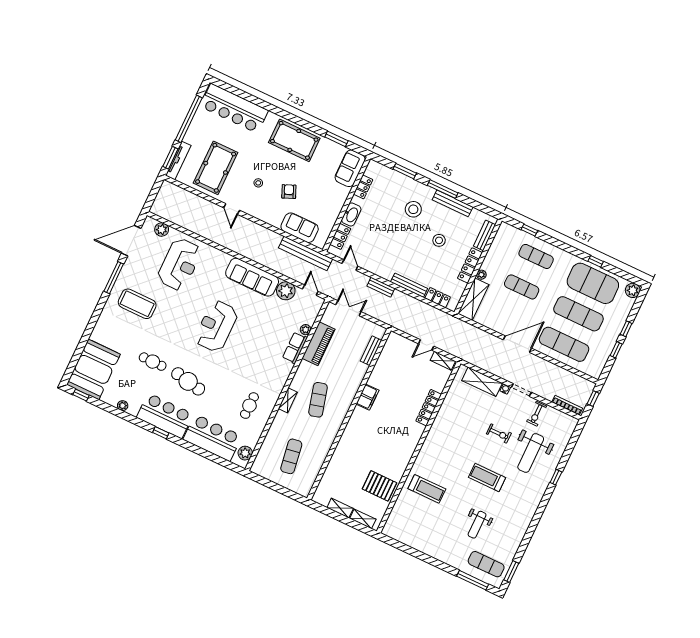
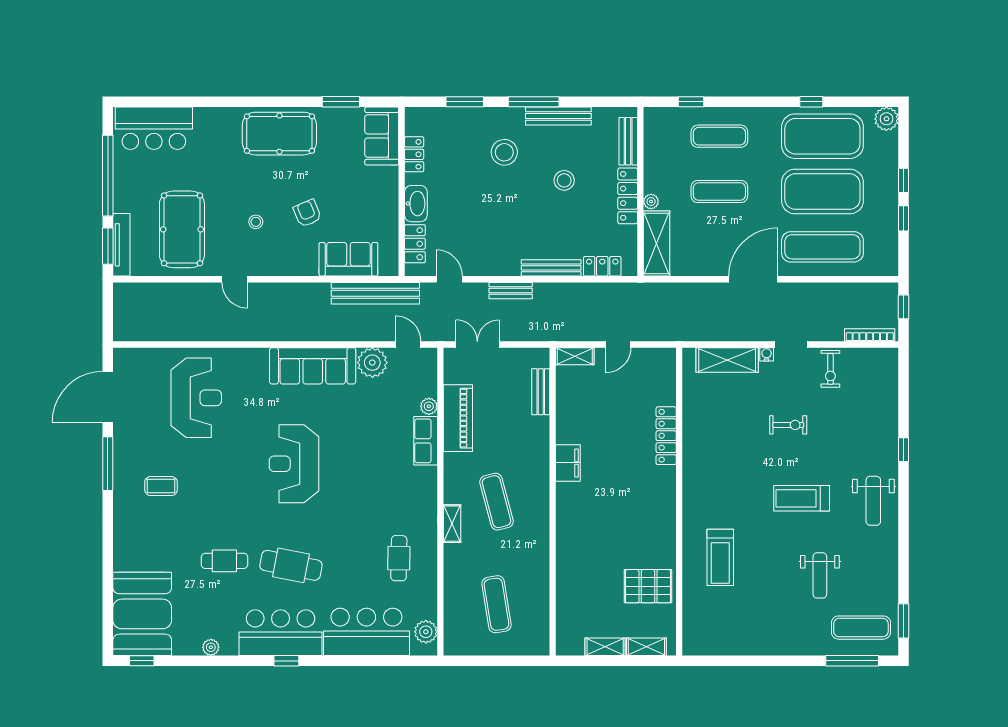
bar counter: (234, 108) -> (154, 128), width x0.73
plant: (162, 230) -> (145, 359), removed
coffee table: (137, 304) -> (161, 486), width x0.54, depth x0.58
exercise mat: (578, 314) -> (822, 192), width x1.47
shelving: (443, 361) -> (575, 356), moved
weight bench: (531, 453) -> (873, 501), moved, width x0.73, depth x0.75
treadmill: (427, 489) -> (720, 557), turned 90

